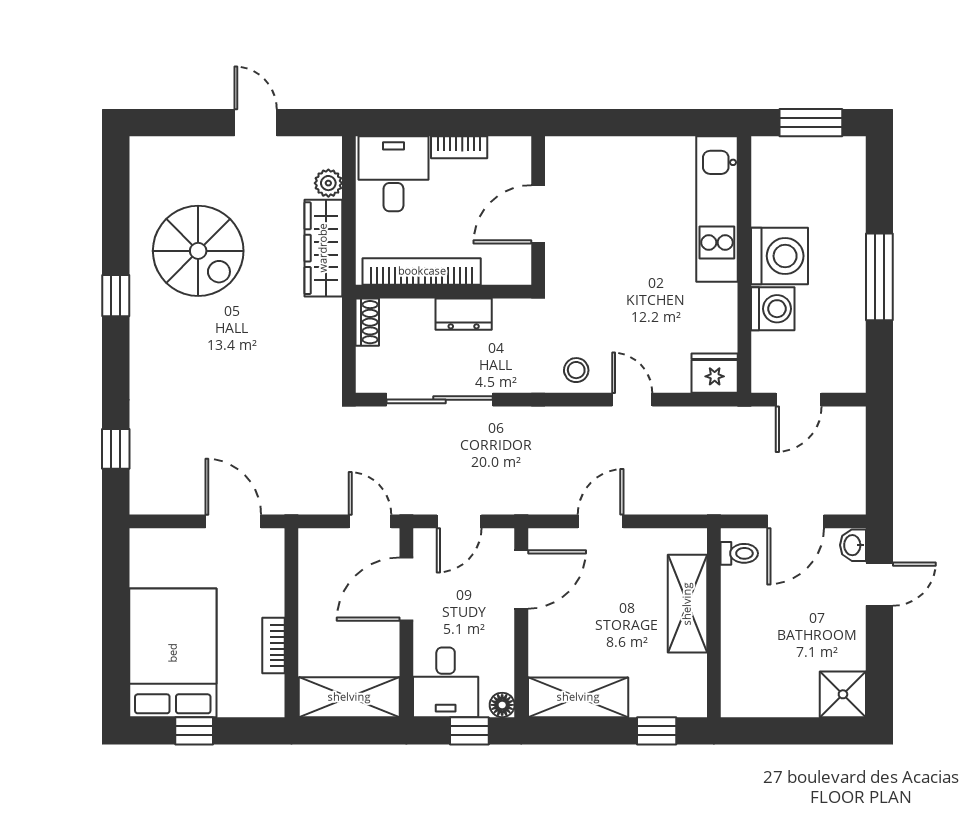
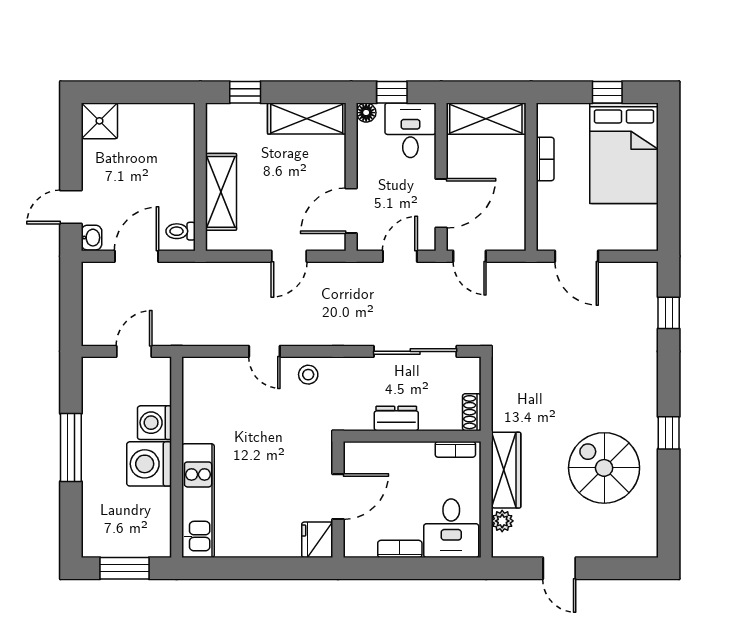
bookcase: (422, 271) -> (455, 449), width x0.43, depth x0.76
fridge: (715, 373) -> (317, 540), moved, turned 90

